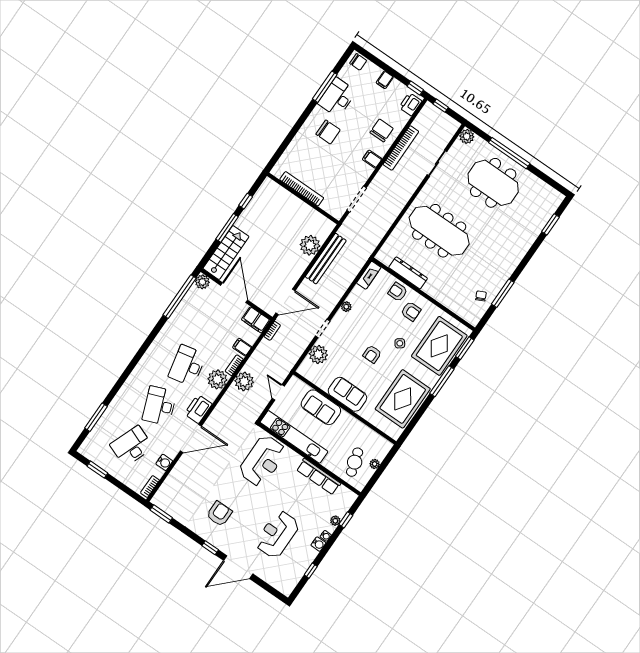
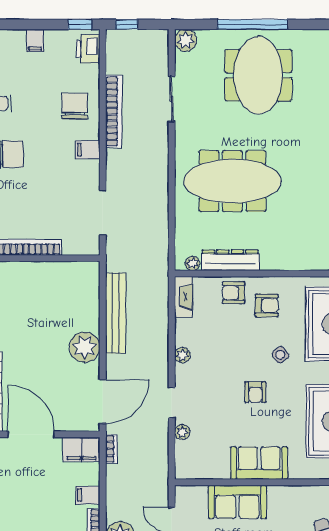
meeting table: (493, 183) -> (258, 75), turned 90
plant: (310, 245) -> (85, 347), moved
plant: (386, 260) -> (192, 263), added
plant: (318, 354) -> (182, 432), width x0.53, depth x0.53

